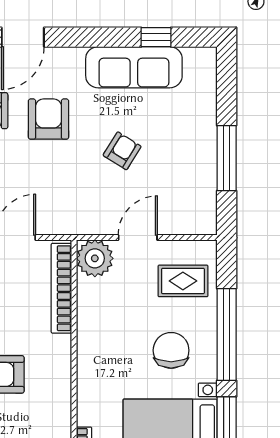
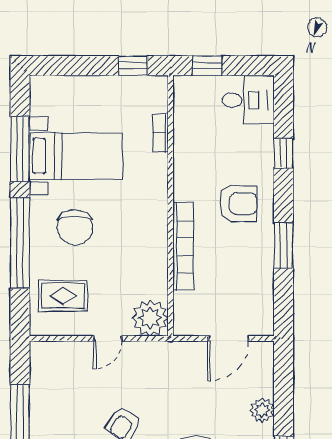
door: (138, 238) -> (108, 339), width x0.73
bookcase: (61, 288) -> (183, 247), moved

